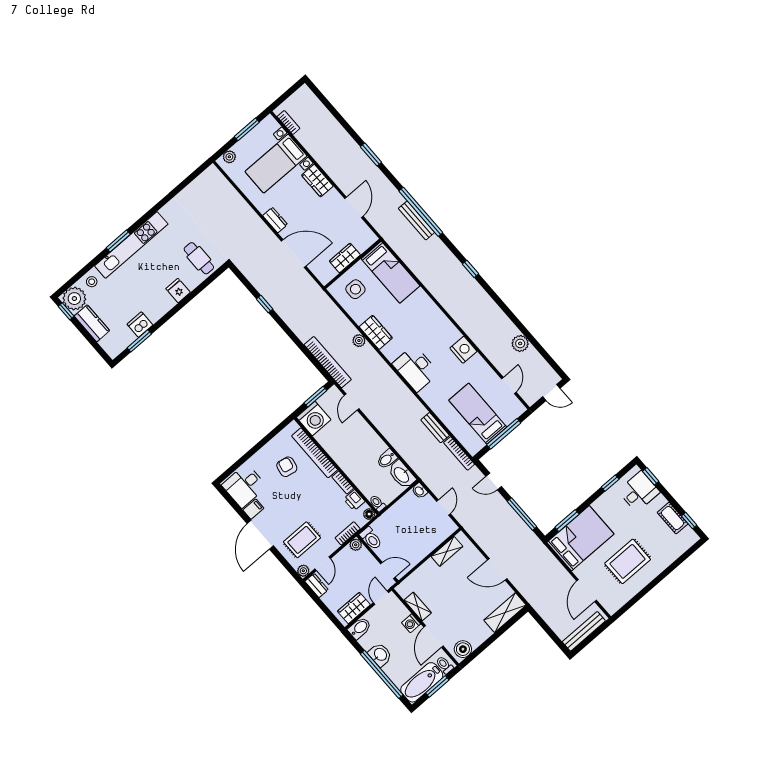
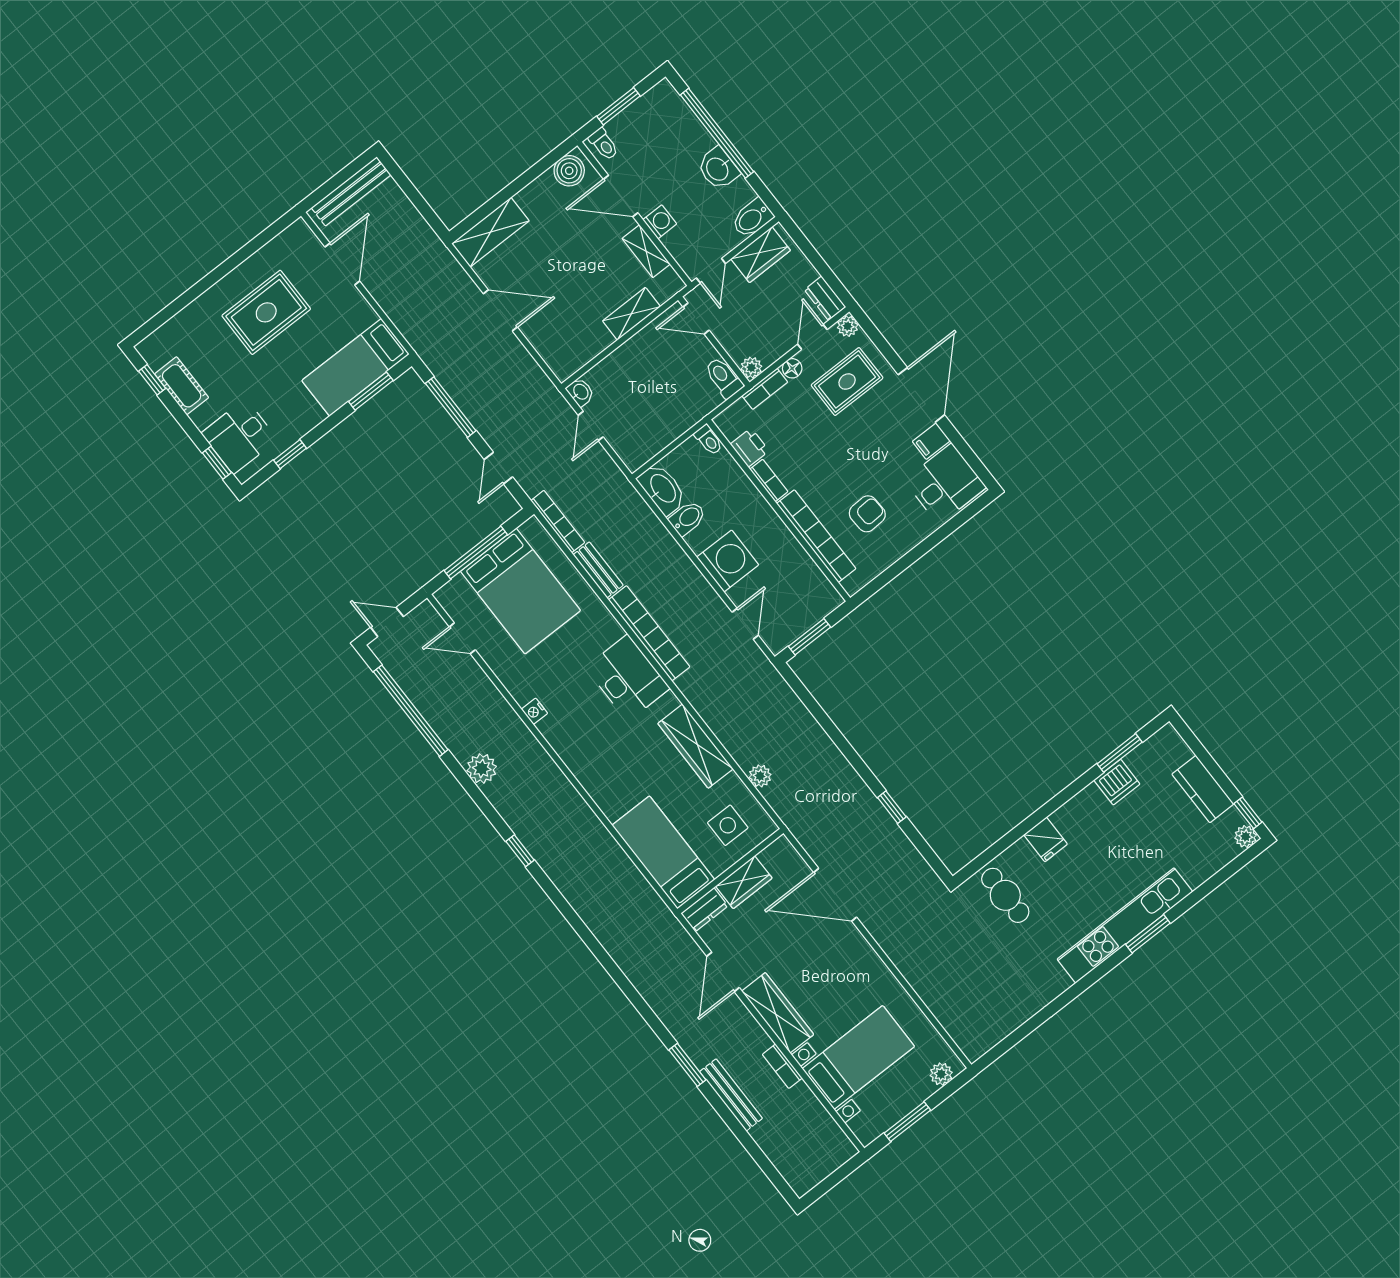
bookcase: (288, 122) -> (782, 1066), moved
wardrobe: (317, 181) -> (778, 1013), width x1.50
window: (421, 212) -> (411, 711), moved
dresser: (275, 220) -> (704, 910), moved, turned -90
bench: (416, 220) -> (731, 1095), moved
stool: (92, 282) -> (1199, 863), removed
plant: (74, 299) -> (1246, 837), width x0.53, depth x0.53
wardrobe: (376, 332) -> (695, 746), width x1.50
plant: (359, 341) -> (760, 776), moved
plant: (520, 343) -> (482, 769), moved
nightstand: (463, 350) -> (534, 711), width x0.53, depth x0.56
bookcase: (328, 362) -> (649, 633), moved, turned 180
door: (509, 386) -> (462, 638), hinge flipped
bed: (478, 414) -> (520, 591), width x1.50
washing machine: (314, 419) -> (728, 561), moved, turned 90
armchair: (287, 467) -> (867, 514), turned -104
door: (494, 481) -> (498, 468), swing flipped
washbasin: (419, 491) -> (580, 392), moved
floor lamp: (369, 514) -> (792, 368), moved
bed: (580, 538) -> (356, 367), width x0.67
shelving: (447, 551) -> (631, 314), moved
door: (434, 637) -> (621, 196), swing flipped
bathtub: (422, 682) -> (646, 115), removed

